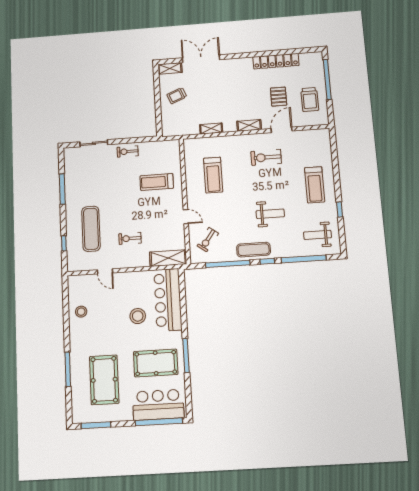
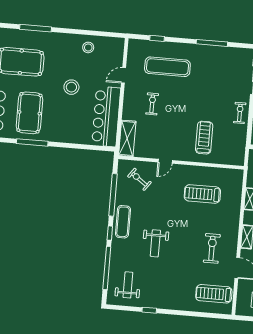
treadmill: (315, 185) -> (214, 294), moved
bar counter: (168, 300) -> (106, 116), moved, turned -90
stool: (138, 316) -> (71, 87), moved

